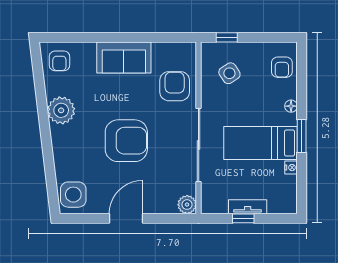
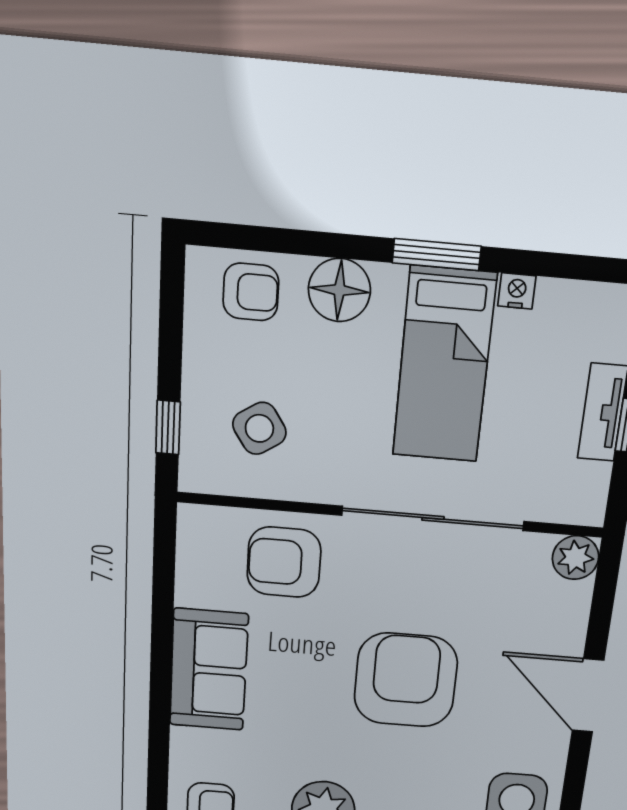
floor lamp: (291, 106) -> (339, 290), width x1.89, depth x1.89

